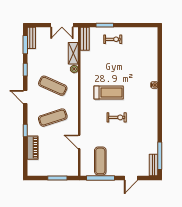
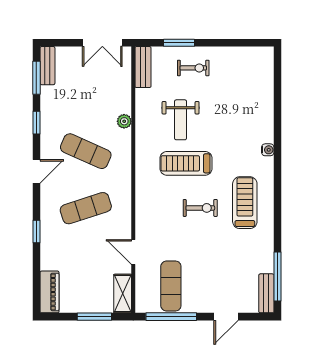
shelving: (73, 53) -> (123, 294), moved
weight bench: (106, 68) -> (181, 120), added
treadmill: (109, 92) -> (186, 163), turned 180
door: (25, 97) -> (36, 171), swing flipped
treadmill: (142, 114) -> (245, 203), added
piano: (33, 148) -> (50, 292), moved

